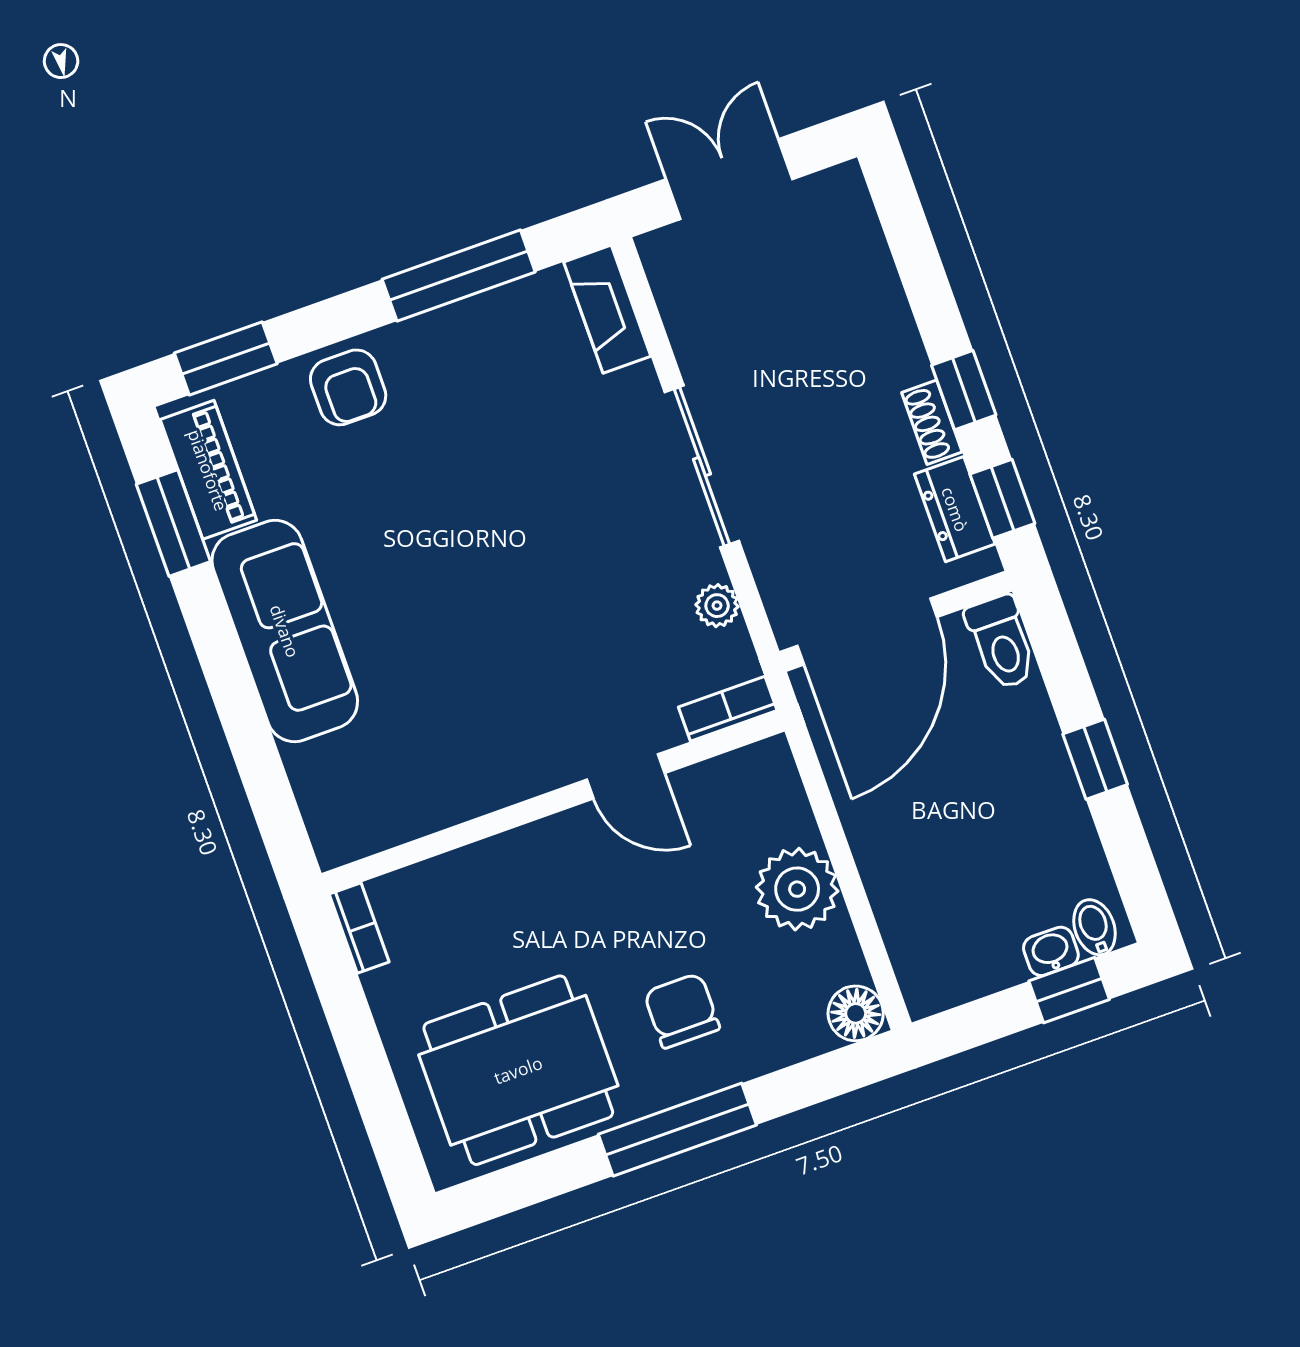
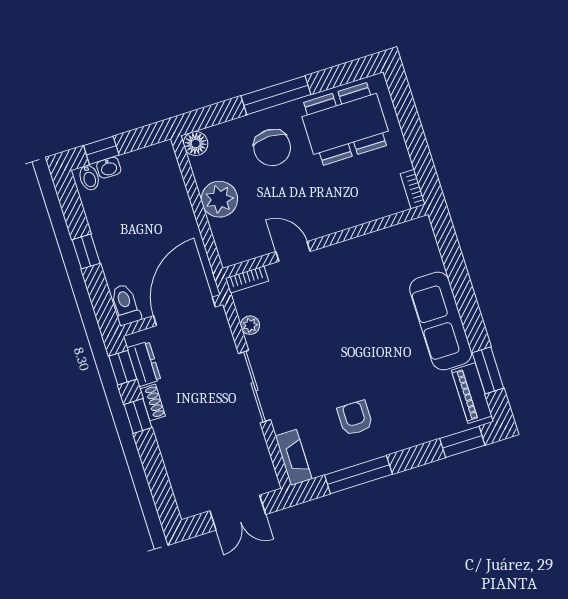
armchair: (348, 387) -> (355, 418), moved
chair: (682, 1011) -> (272, 148), width x1.37, depth x1.37

